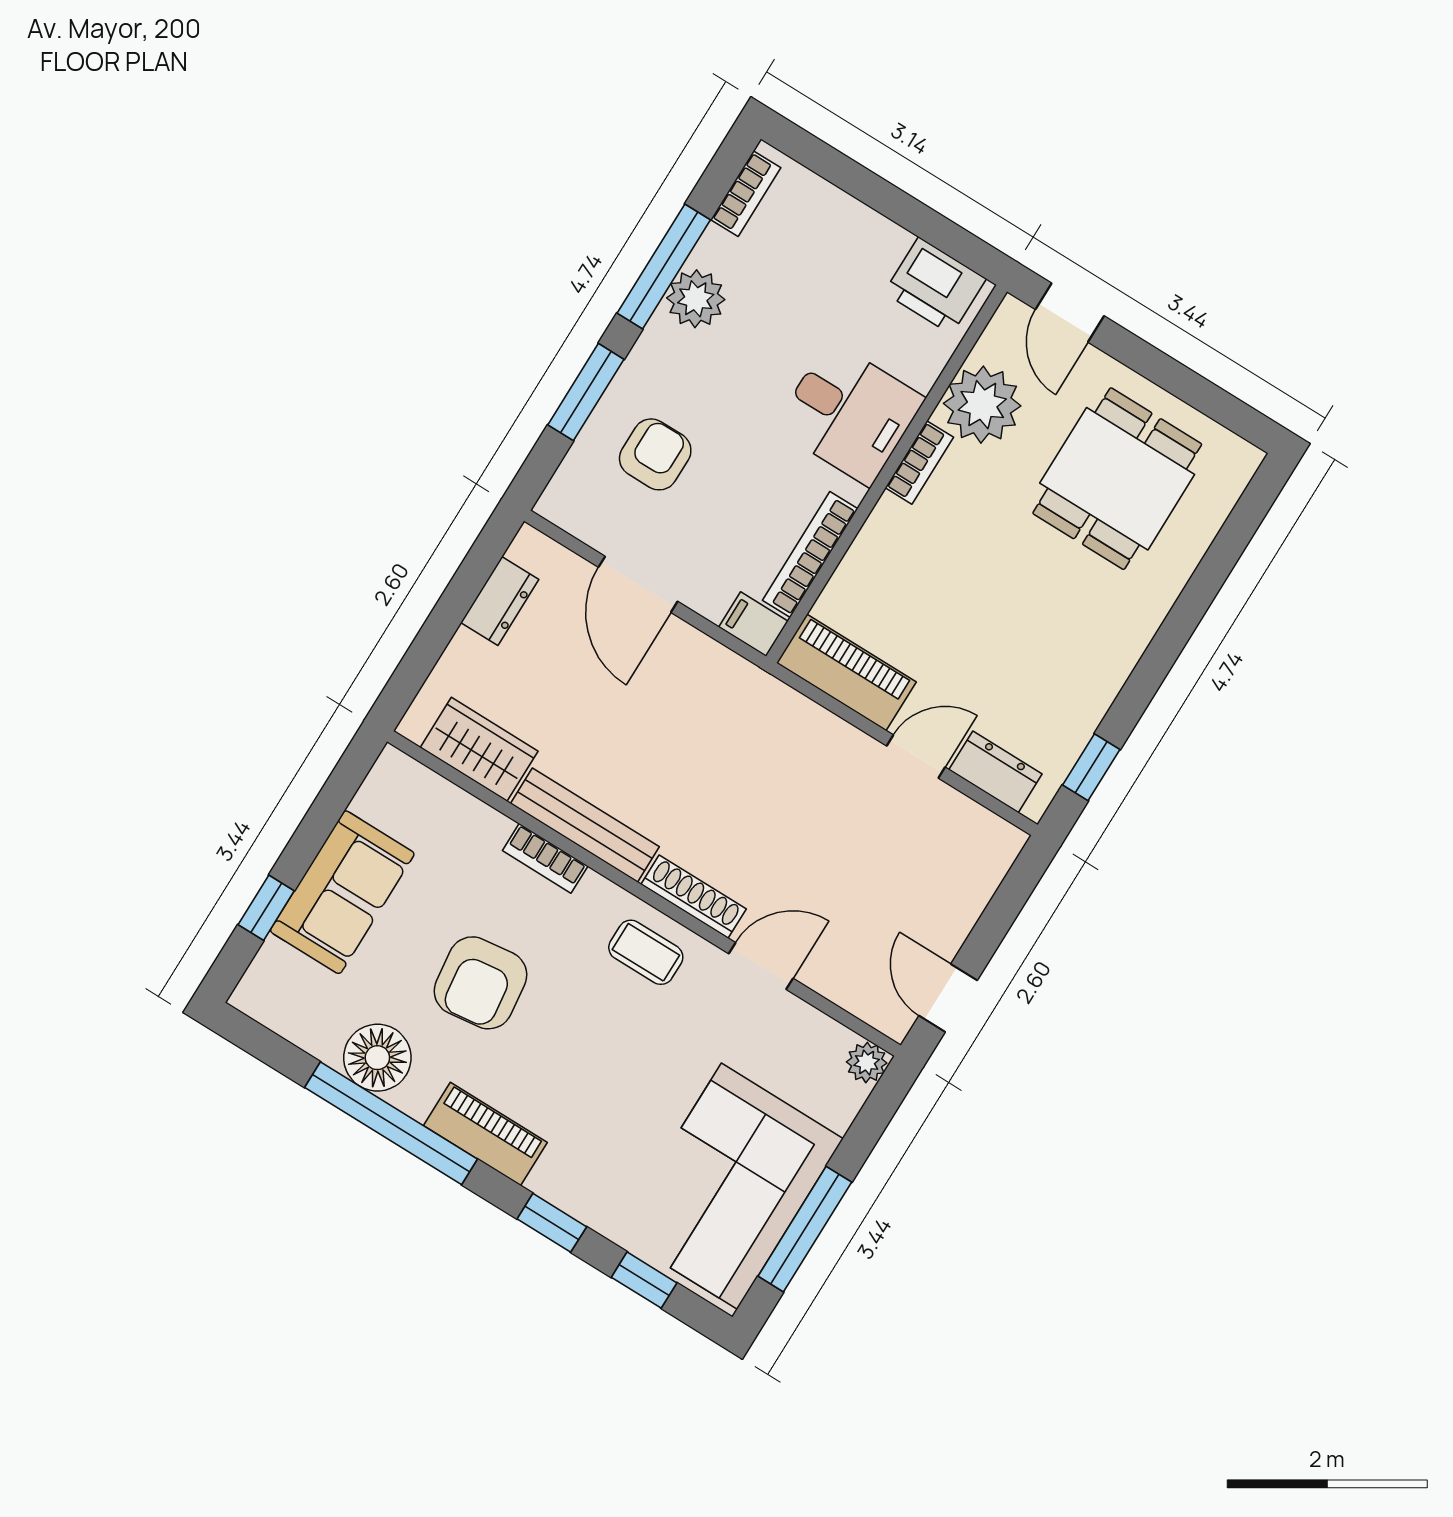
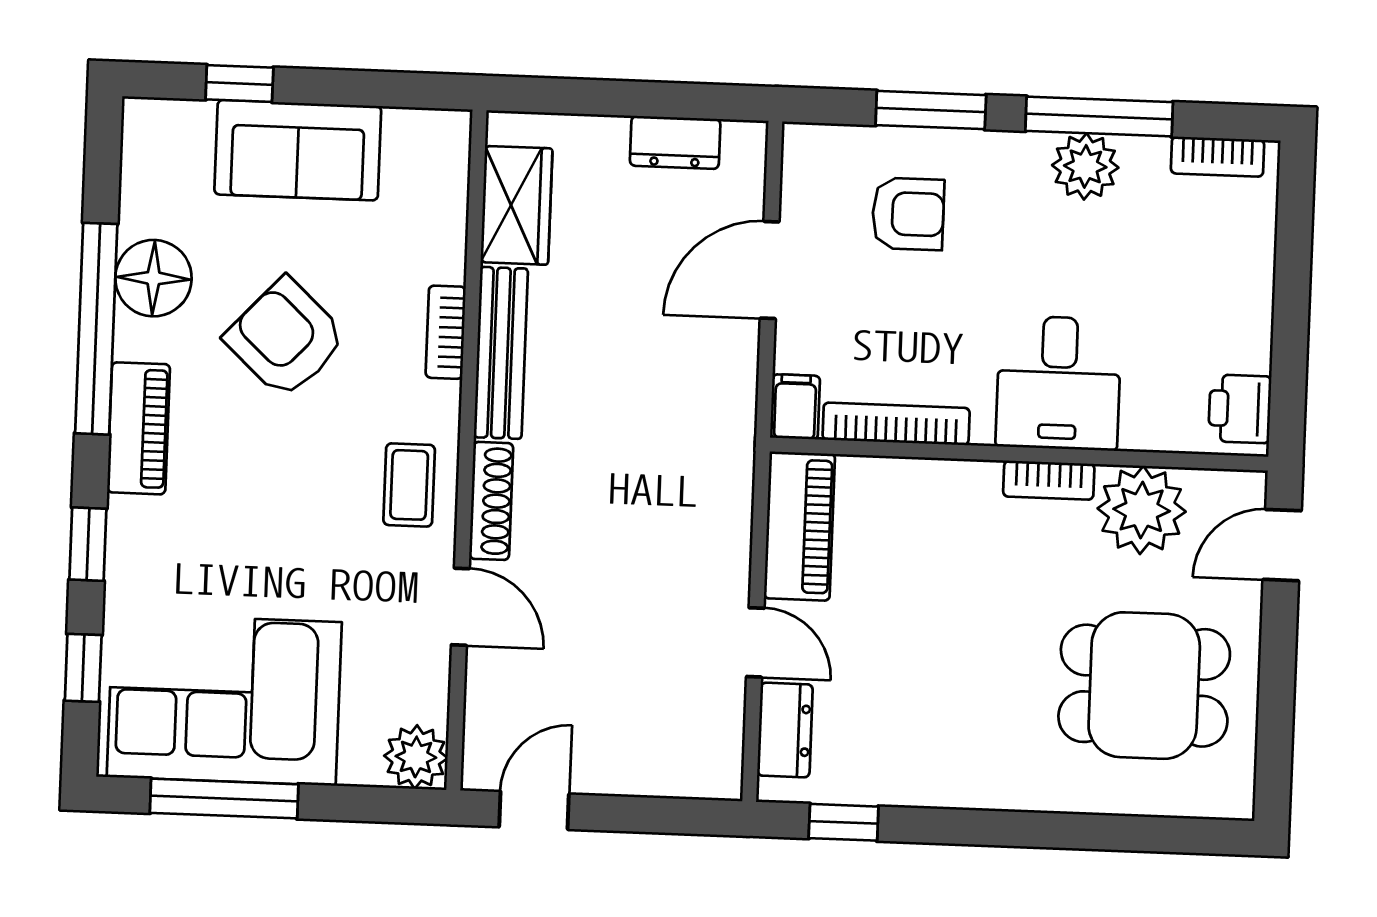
printer: (935, 286) -> (1240, 409), width x0.73, depth x0.81
armchair: (480, 983) -> (286, 338), turned 50
plant: (867, 1062) -> (416, 757), width x1.38, depth x1.38

